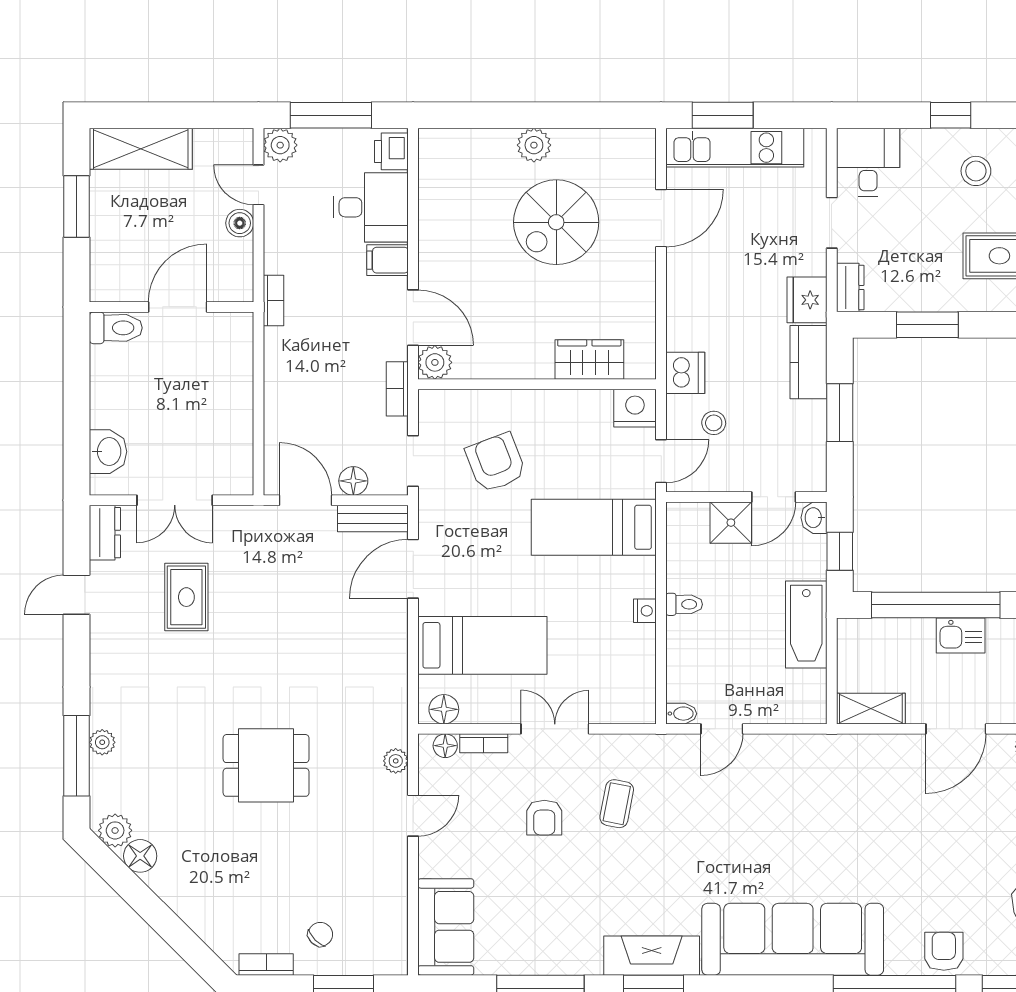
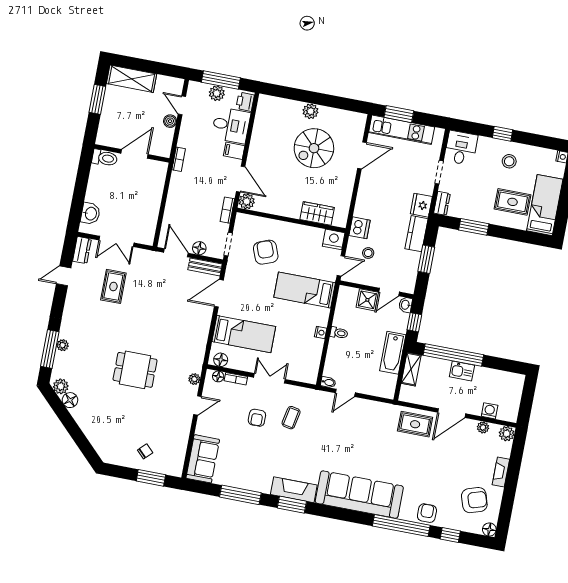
plant: (280, 145) -> (217, 93), moved
shelving: (871, 709) -> (411, 369), moved, turned 90
rug: (883, 767) -> (415, 424), added
bookcase: (266, 964) -> (118, 460), removed

